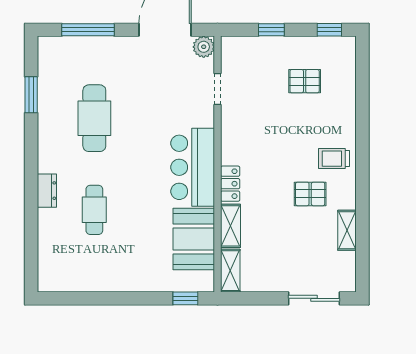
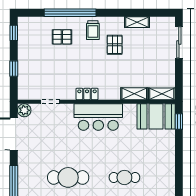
pallet: (305, 81) -> (62, 37), moved, turned 90
window: (362, 121) -> (70, 13), added
locker: (230, 184) -> (87, 94), moved
booth: (194, 239) -> (156, 116), moved

